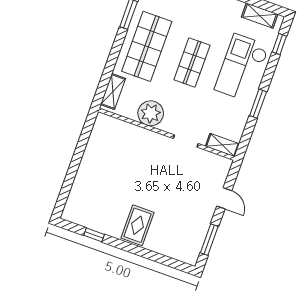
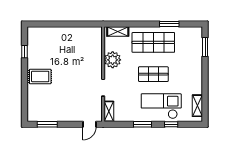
window: (279, 44) -> (171, 124), moved
door: (224, 198) -> (89, 124), moved

